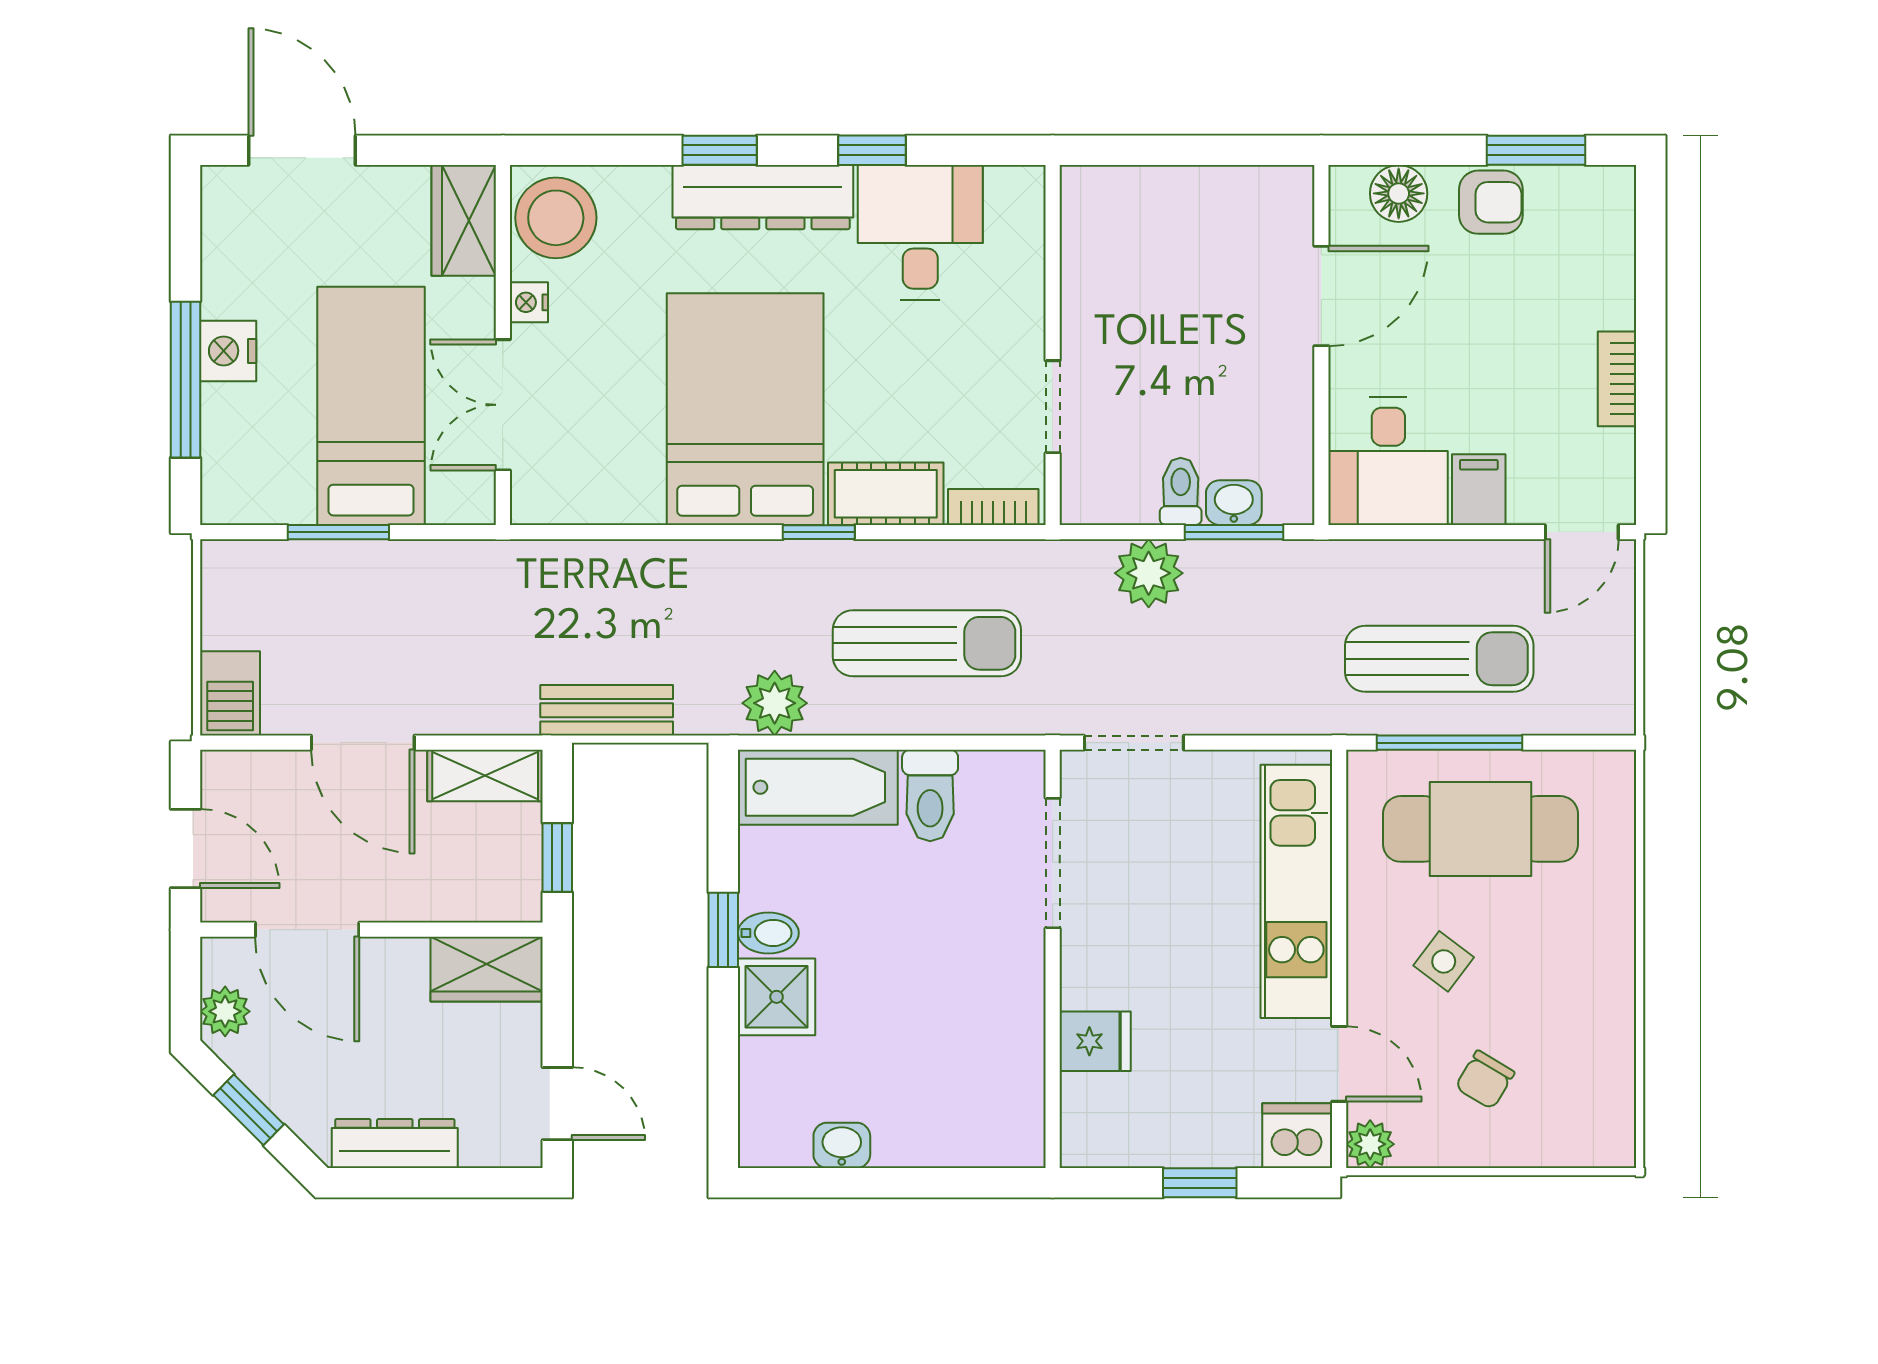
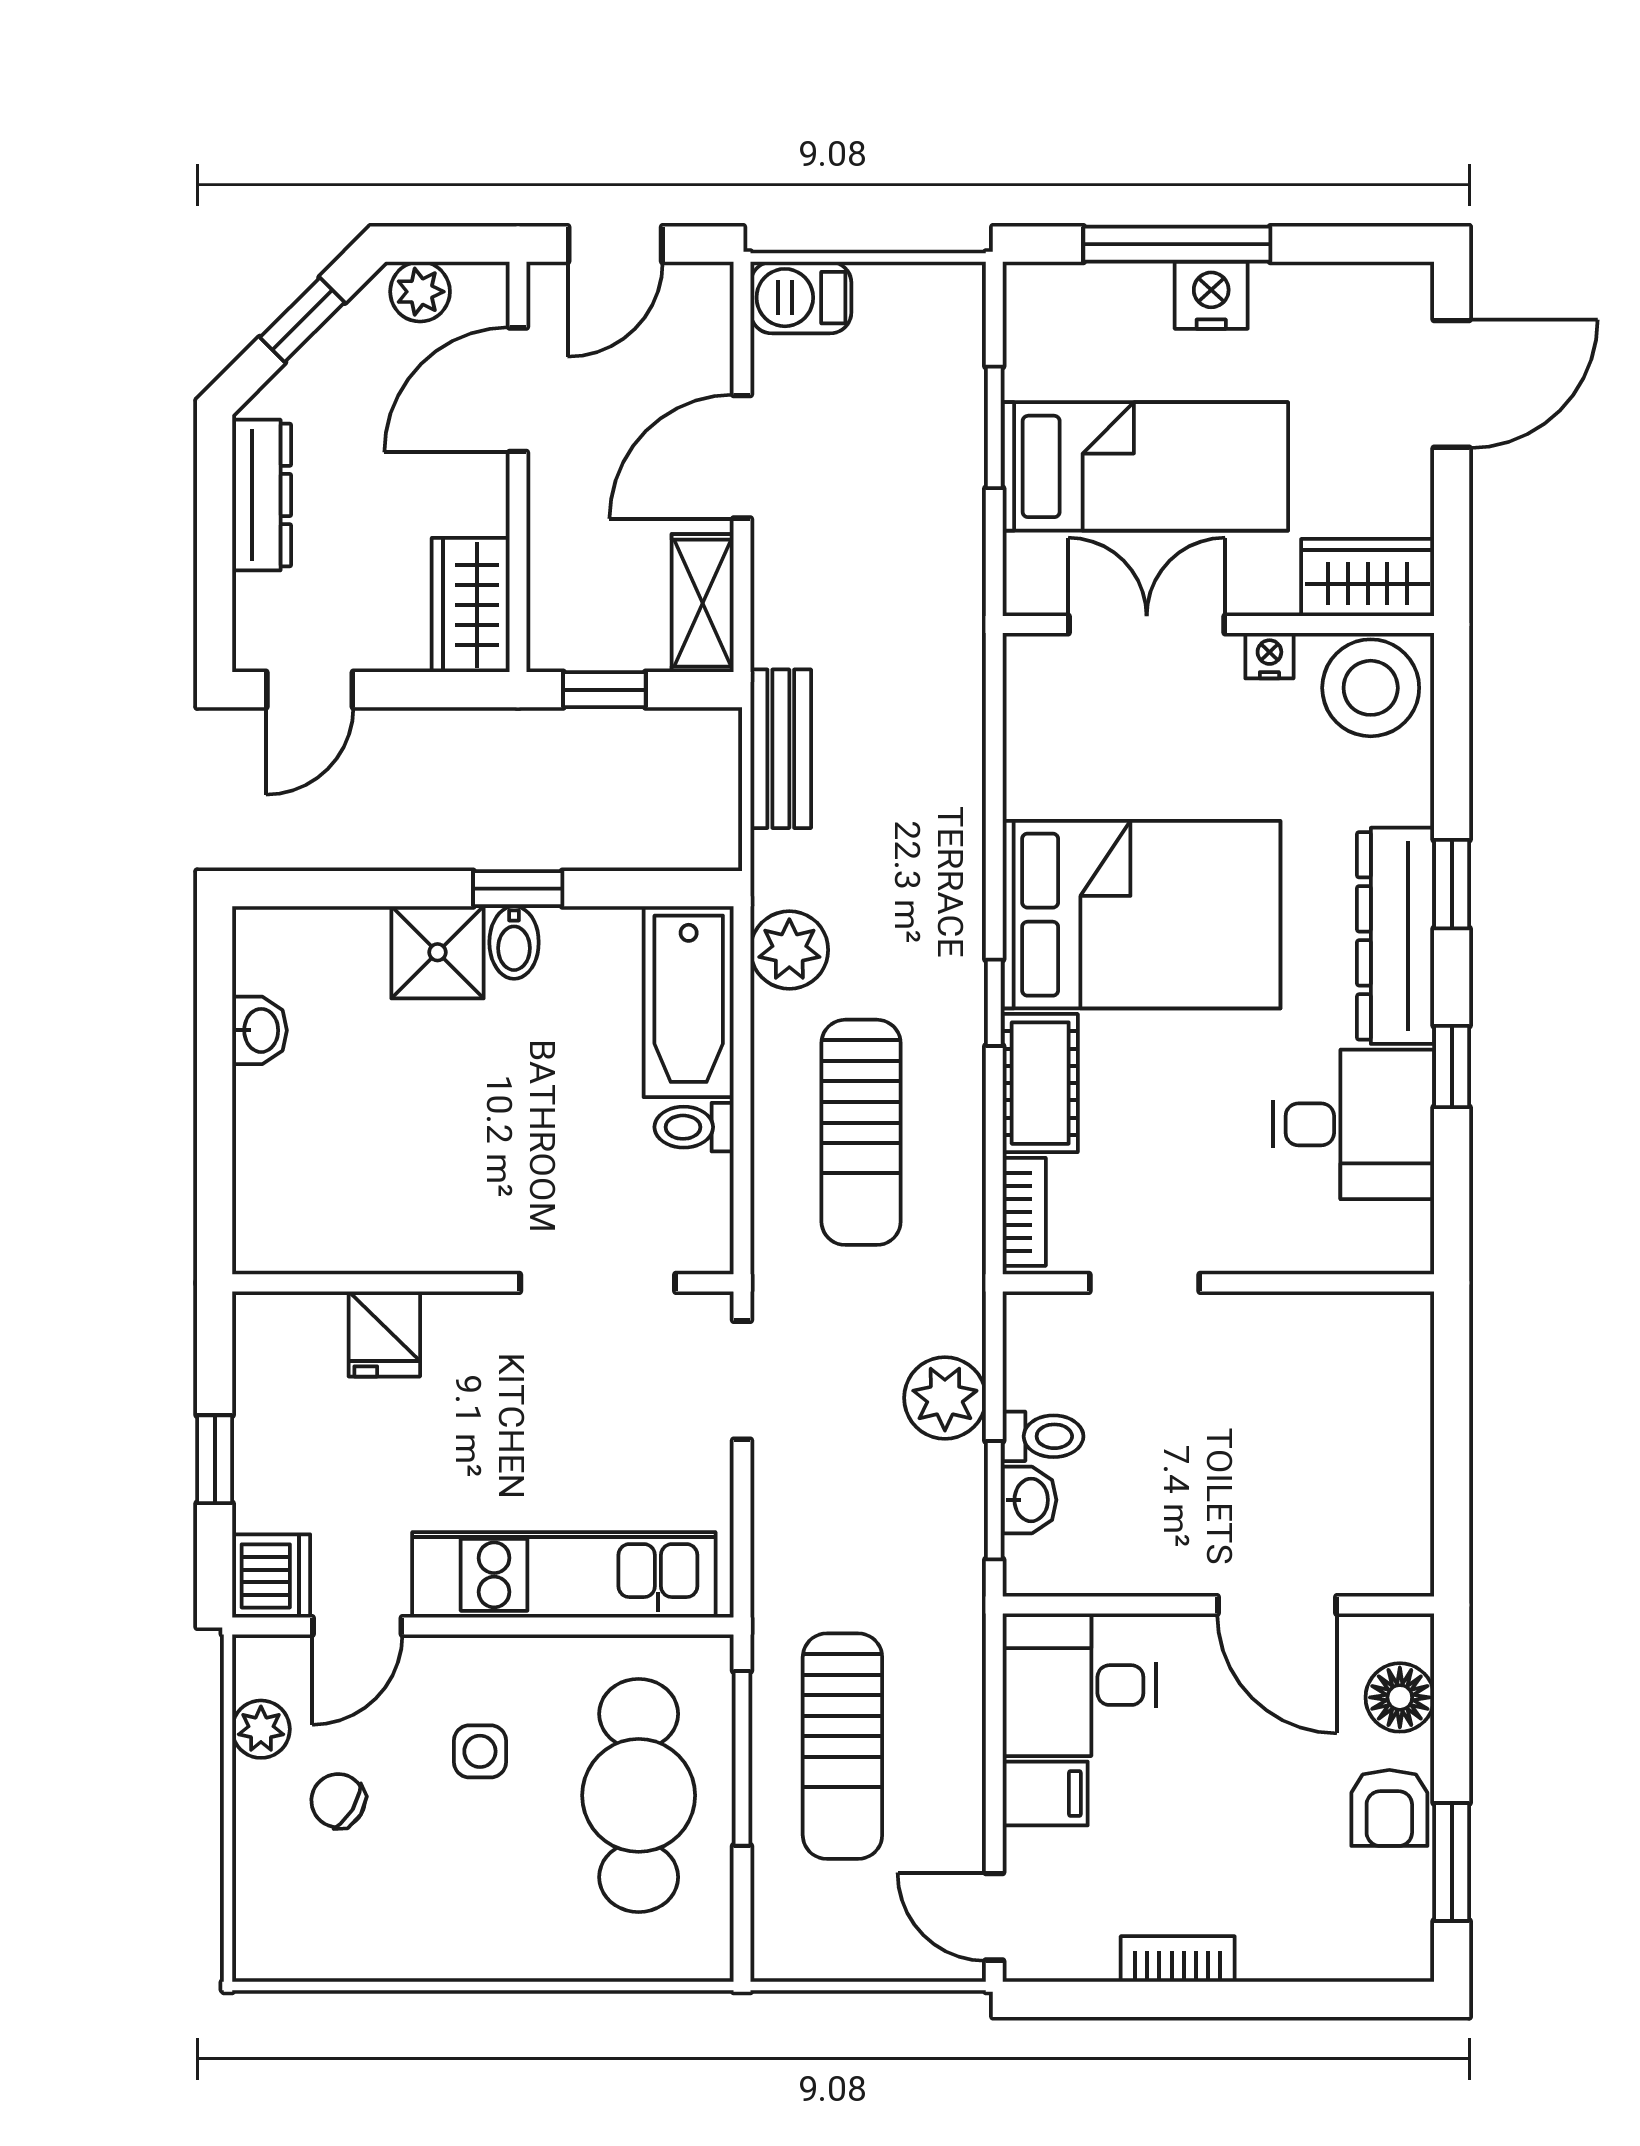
toilet: (930, 795) -> (694, 1127), width x0.73, depth x0.72
side table: (1444, 961) -> (480, 1751), turned -37
plant: (1370, 1144) -> (261, 1729), moved

